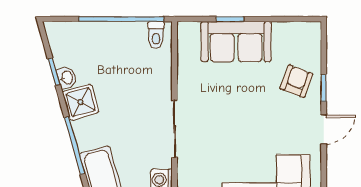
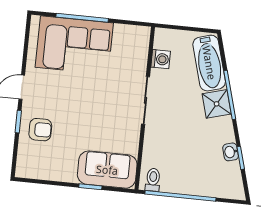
sofa: (236, 42) -> (107, 170), moved
armchair: (296, 81) -> (40, 130), turned -111
shower: (81, 102) -> (217, 104), moved

